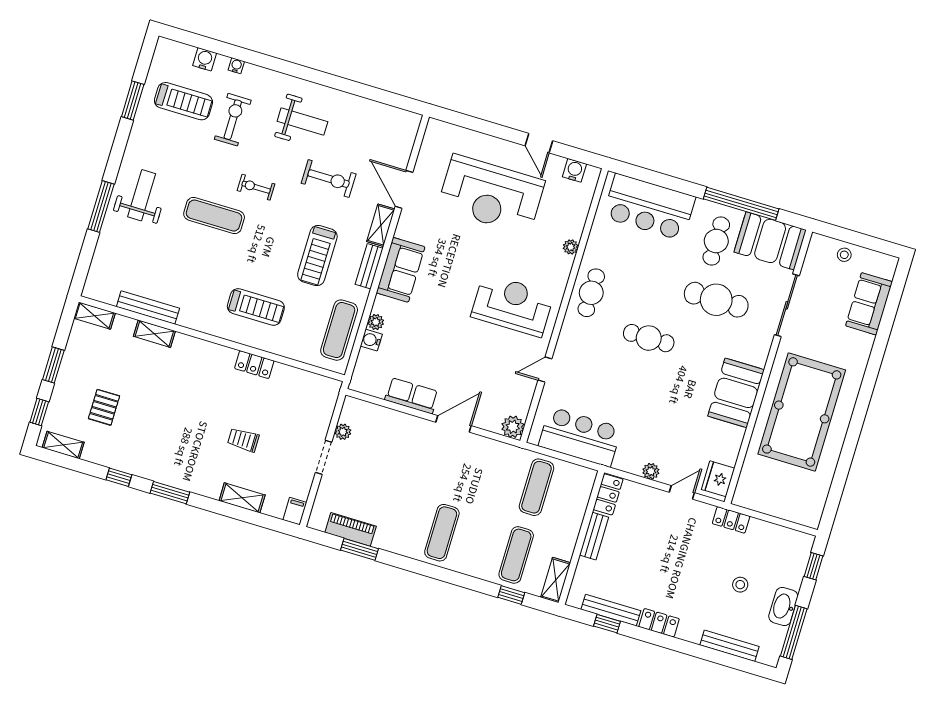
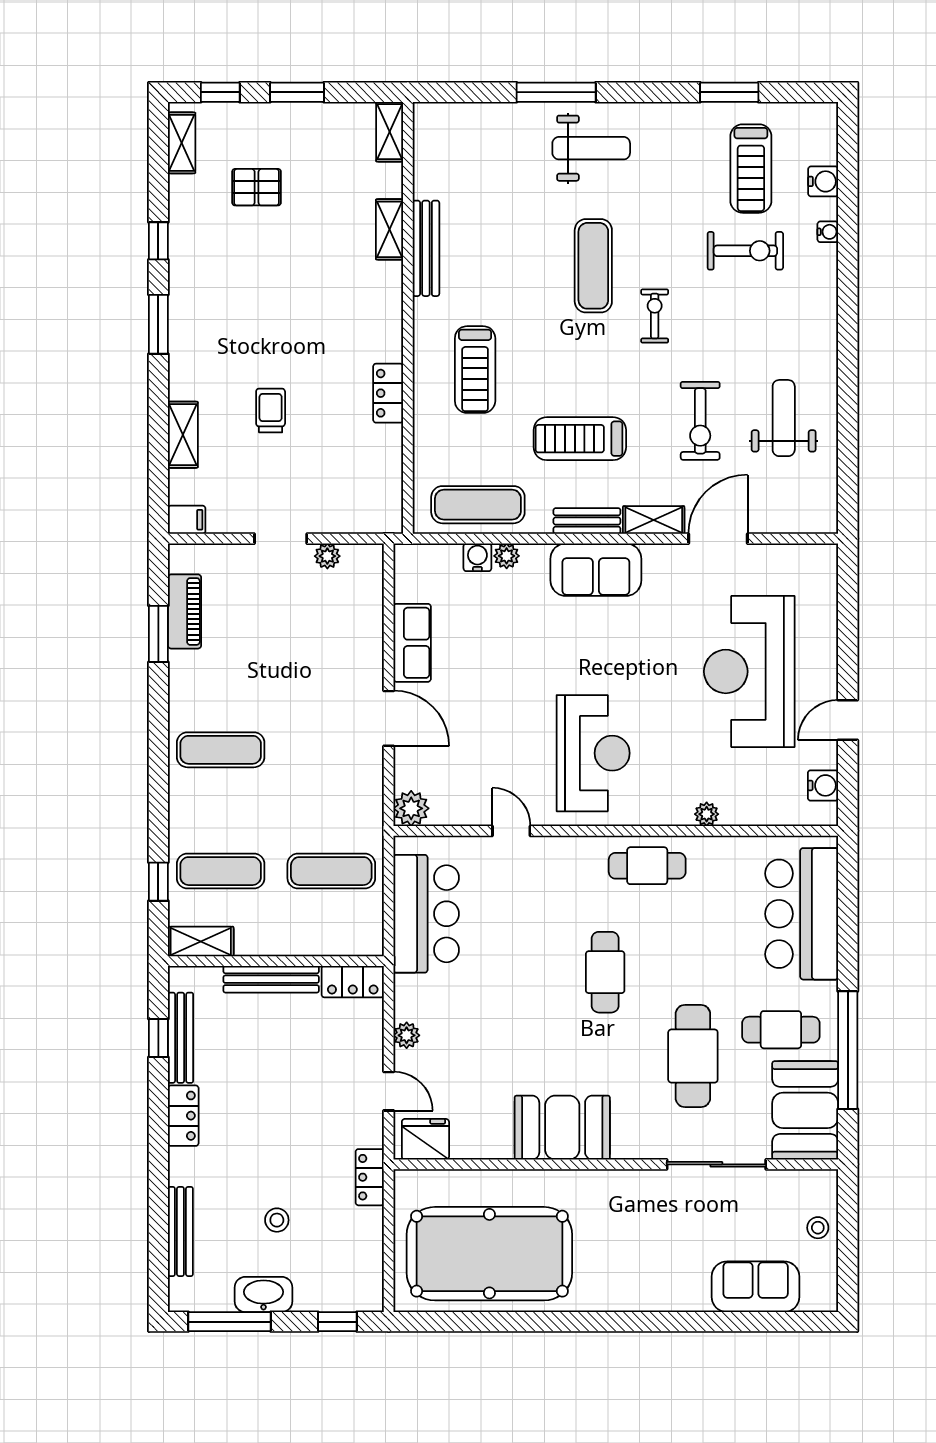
weight bench: (302, 122) -> (784, 418), moved, turned 180
bench: (148, 307) -> (426, 248), moved
pool table: (802, 412) -> (489, 1254), moved
bench: (594, 536) -> (271, 979), width x1.36

